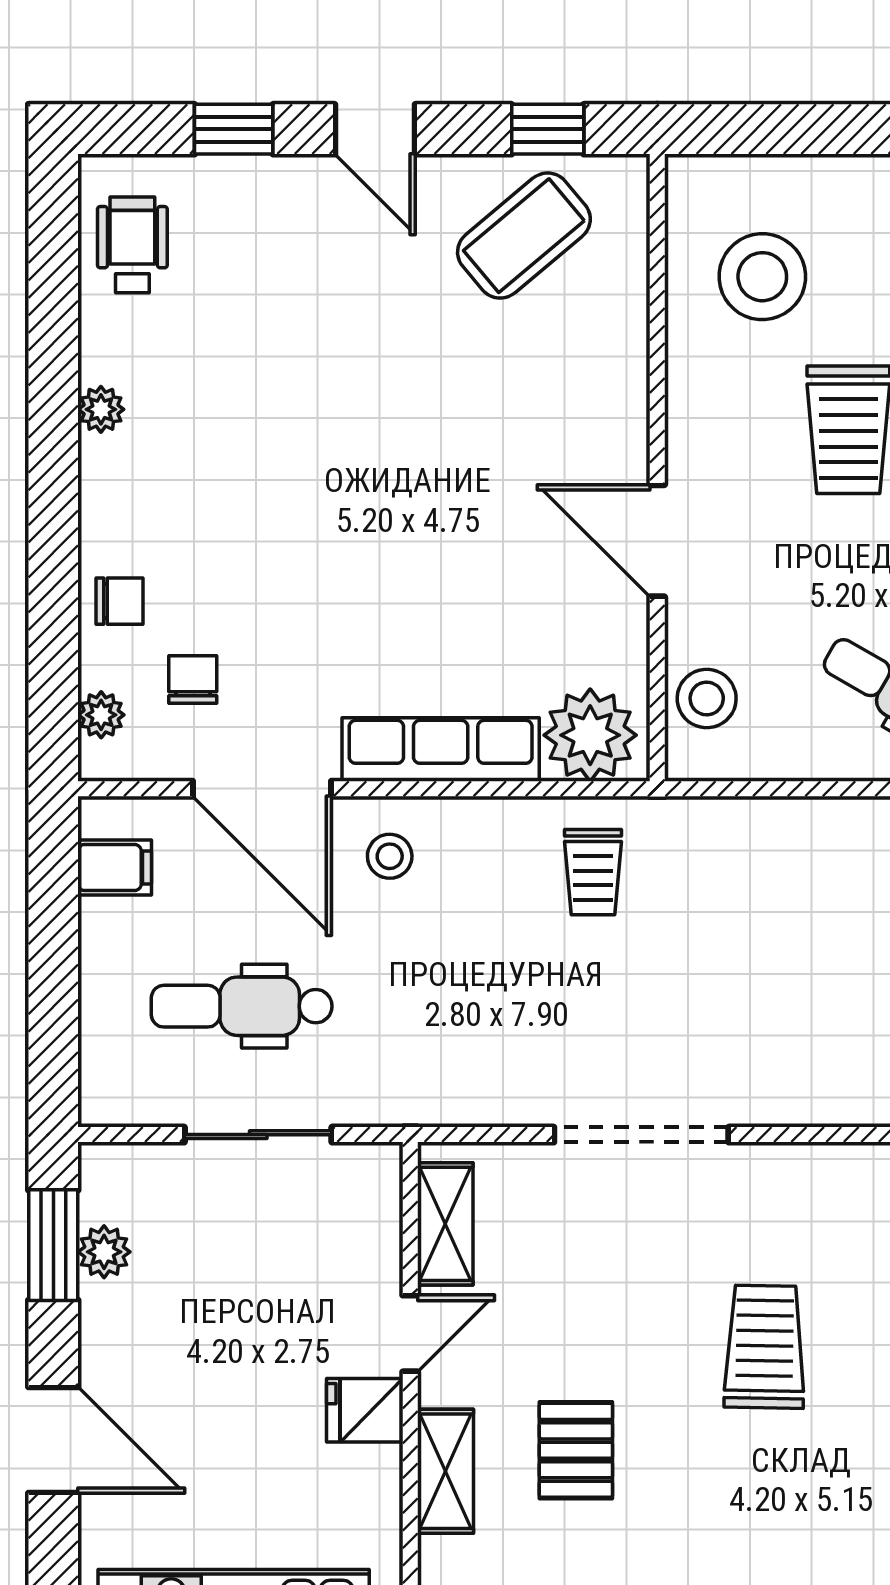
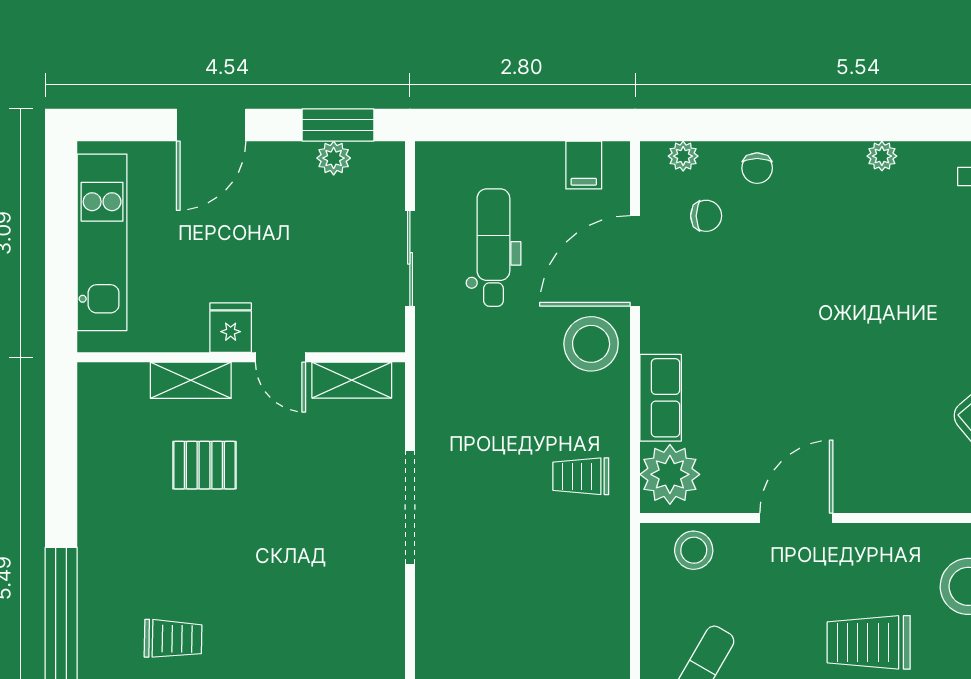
row of seats: (441, 749) -> (661, 398), width x0.68
stool: (390, 856) -> (591, 344), width x1.89, depth x1.89
trolley: (765, 1347) -> (173, 639), moved, width x0.73, depth x0.72

